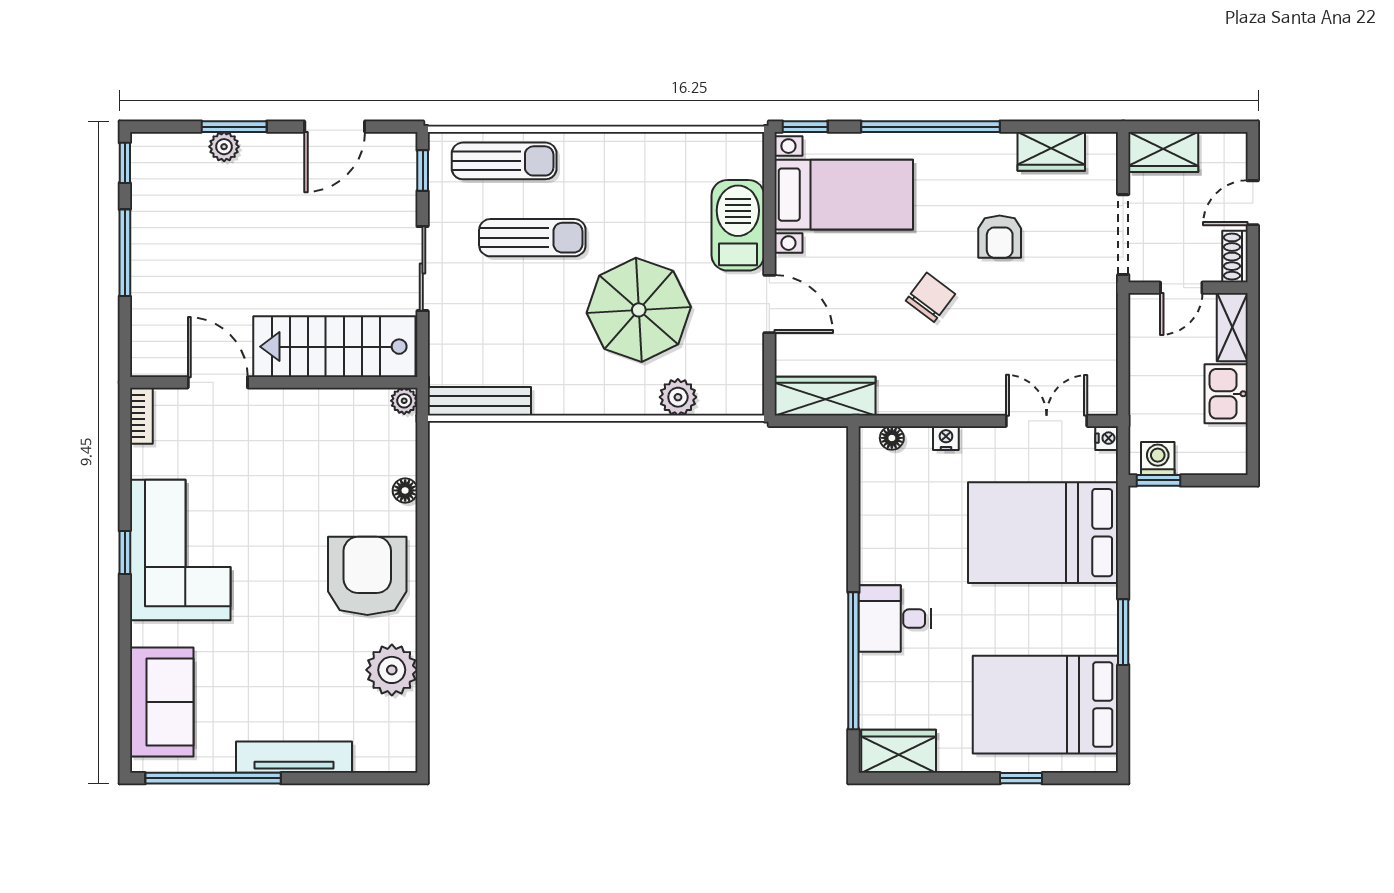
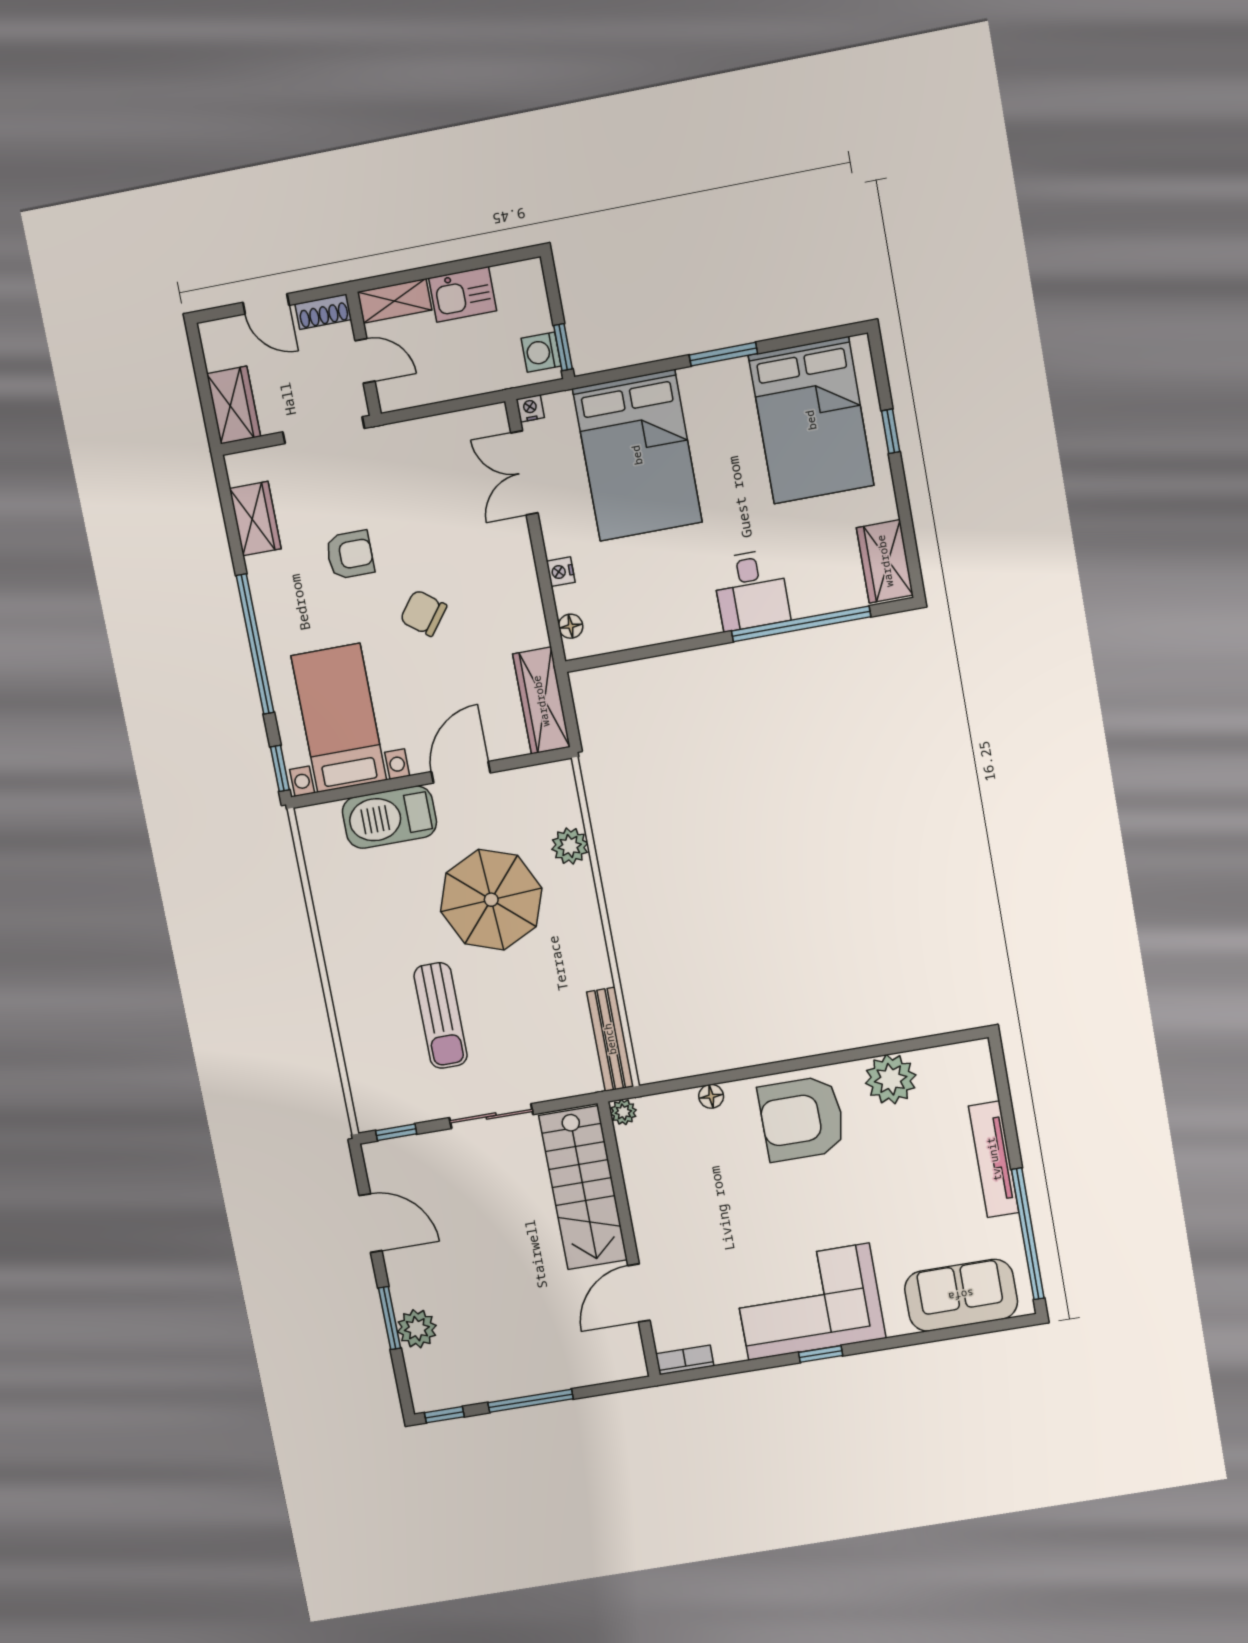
plant: (224, 147) -> (417, 1329), width x1.38, depth x1.38
sun lounger: (504, 161) -> (371, 1056), removed
sun lounger: (532, 238) -> (441, 1016), turned 180

